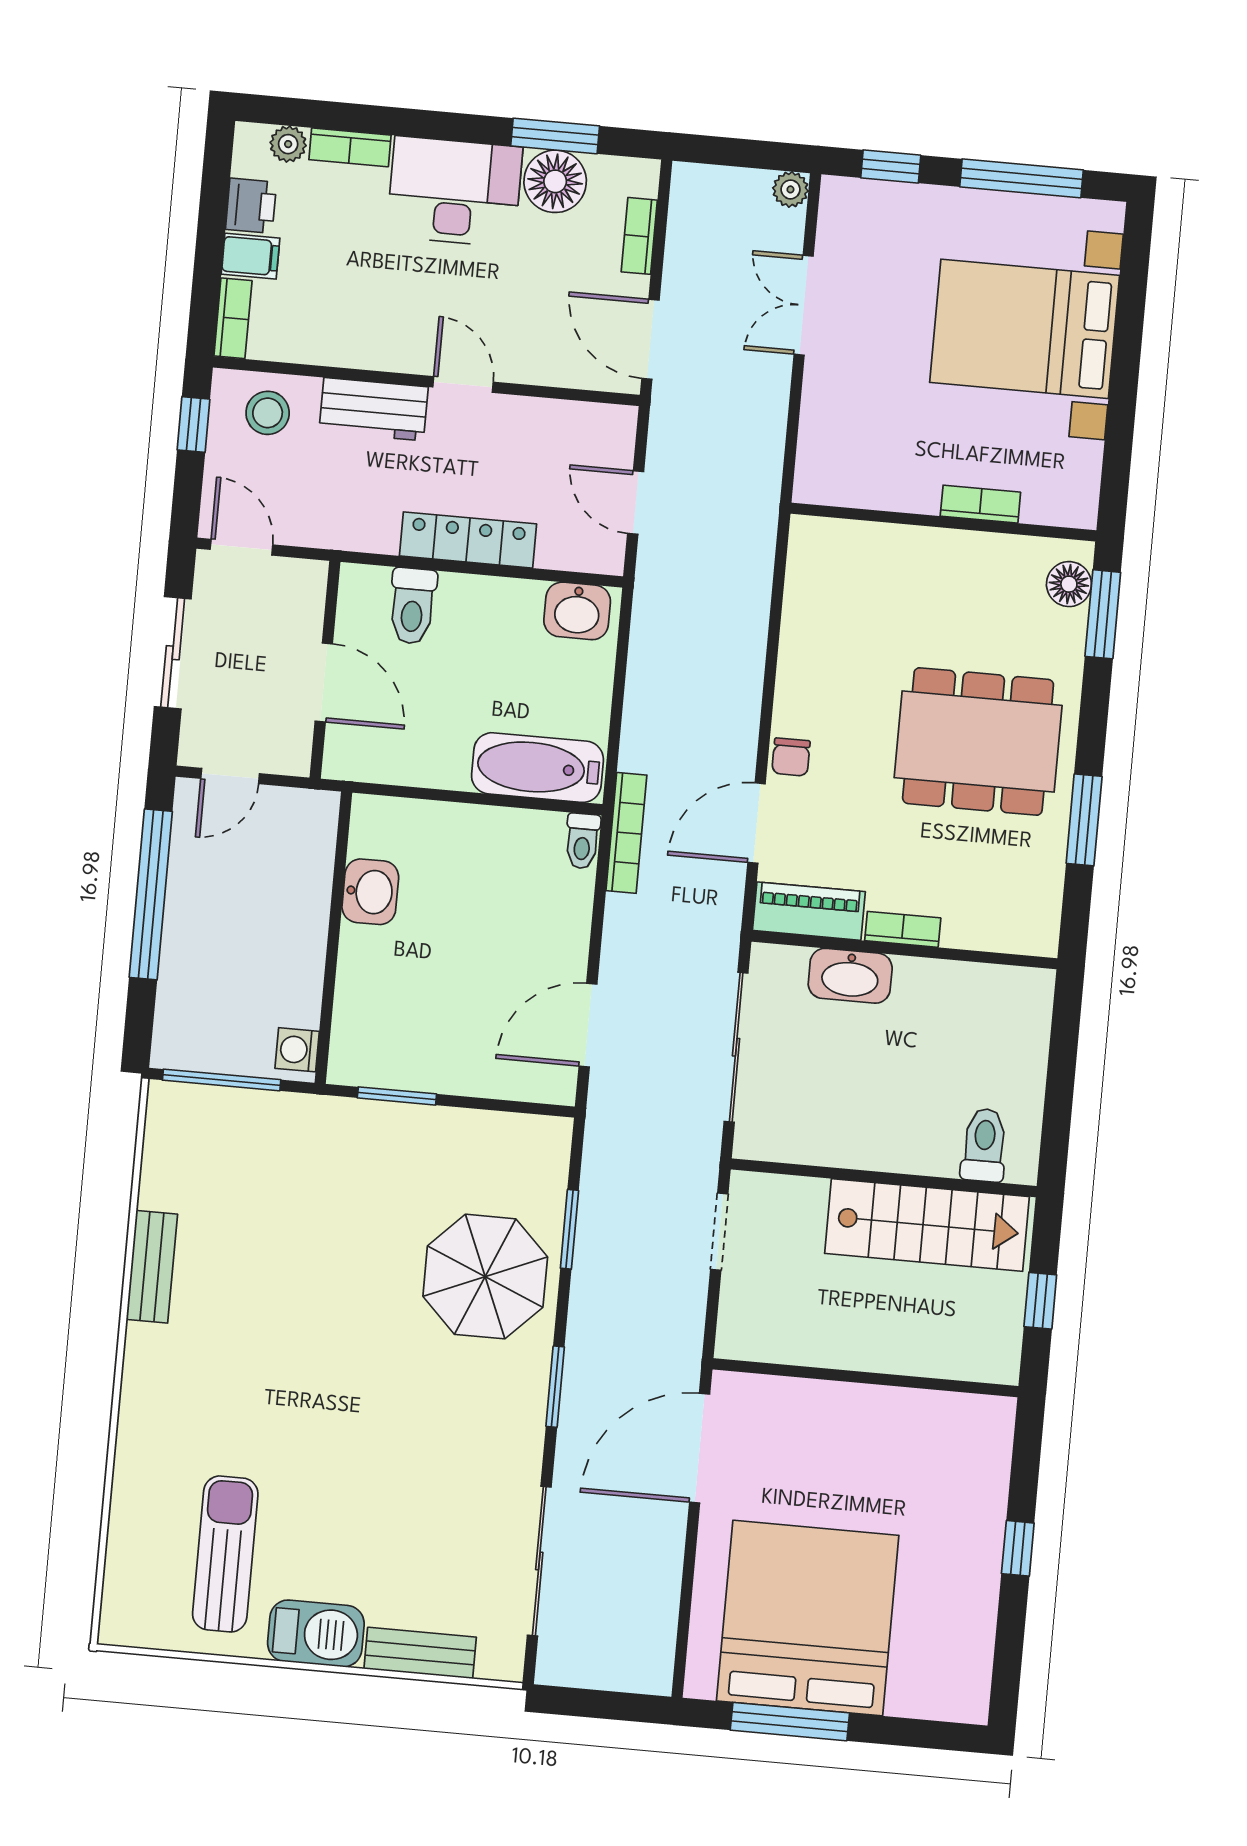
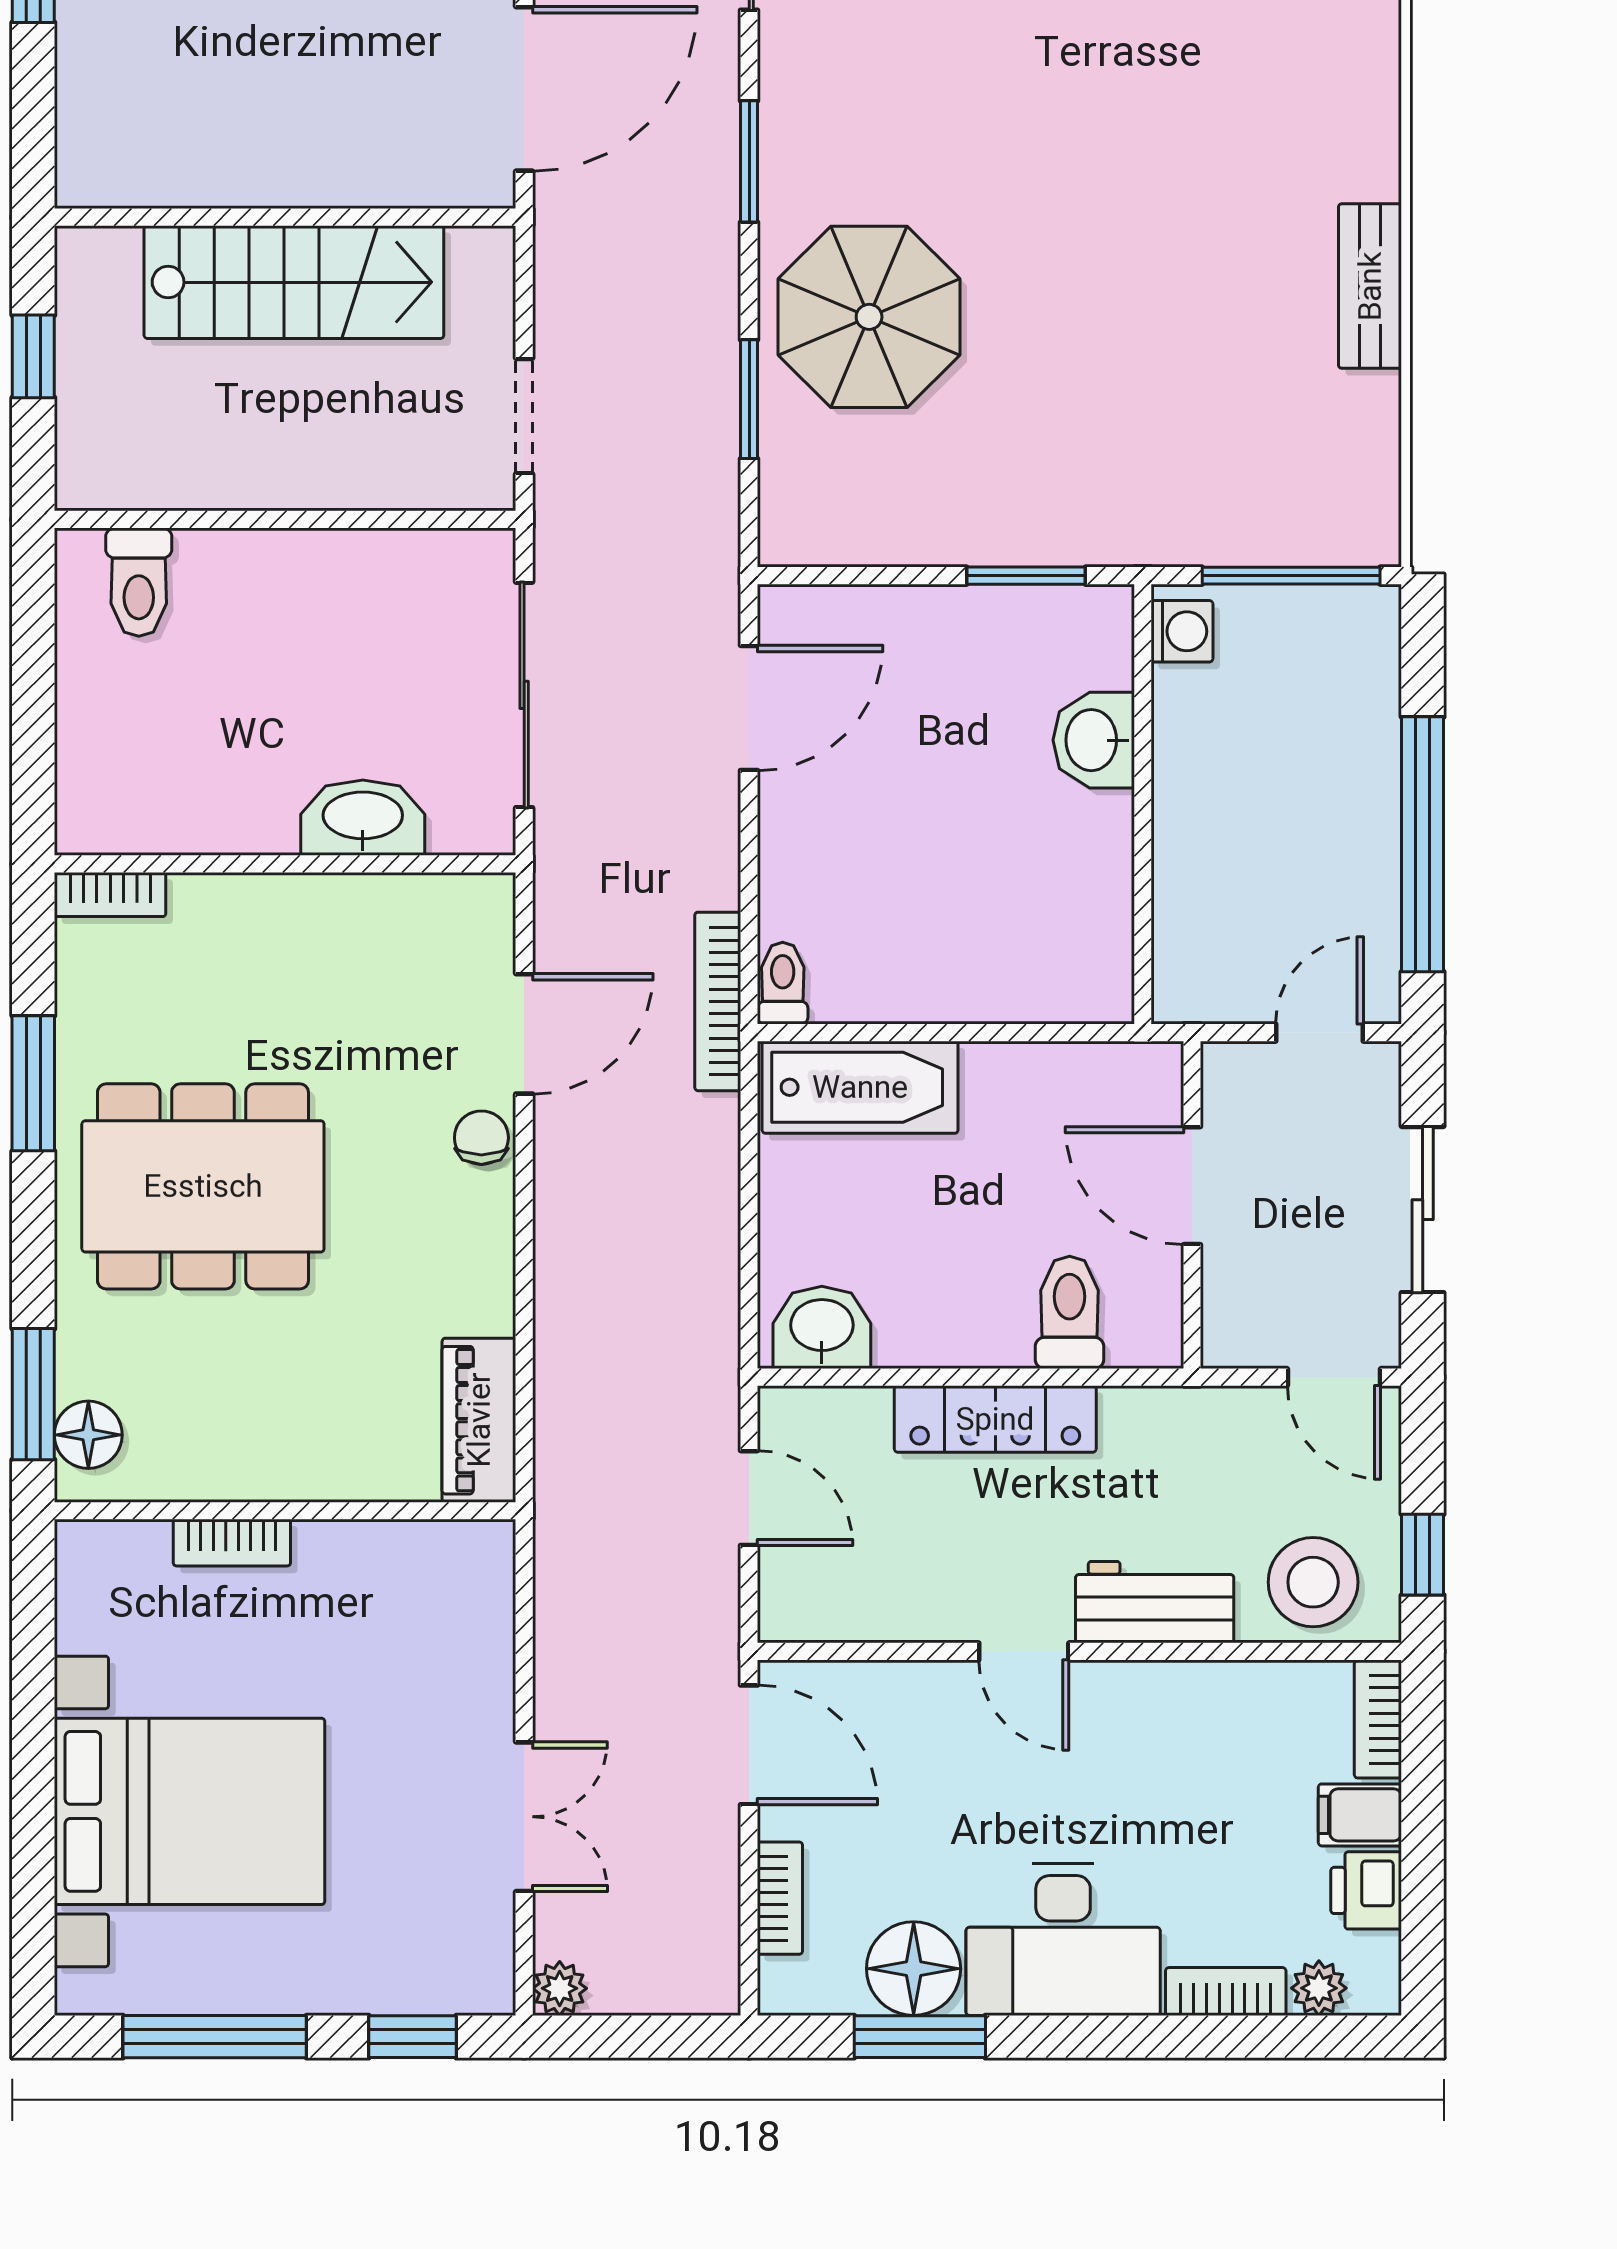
stool: (268, 413) -> (1313, 1582), width x1.38, depth x1.38
washbasin: (370, 892) -> (1094, 740), moved
piano: (809, 911) -> (479, 1420), moved, turned 90
bookcase: (903, 929) -> (110, 895), moved
stairs: (927, 1225) -> (294, 282), moved, turned 180

